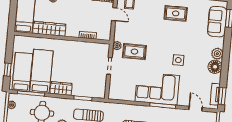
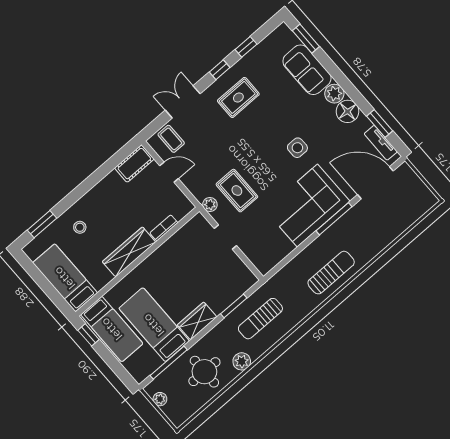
sofa: (217, 22) -> (307, 70), moved
wardrobe: (49, 29) -> (129, 252), moved
rug: (134, 52) -> (237, 191), turned 90
window: (8, 70) -> (88, 335), moved
bed: (22, 72) -> (112, 329), moved, turned 180
window: (222, 96) -> (380, 124), moved
door: (196, 109) -> (375, 183), width x1.87

